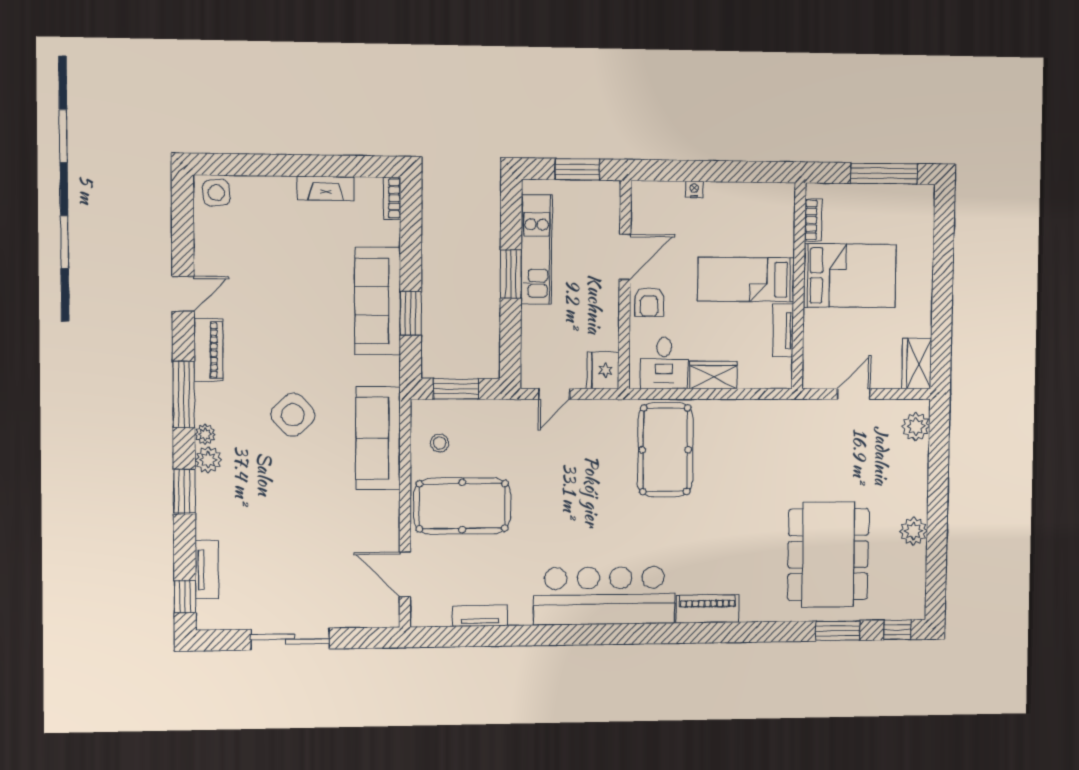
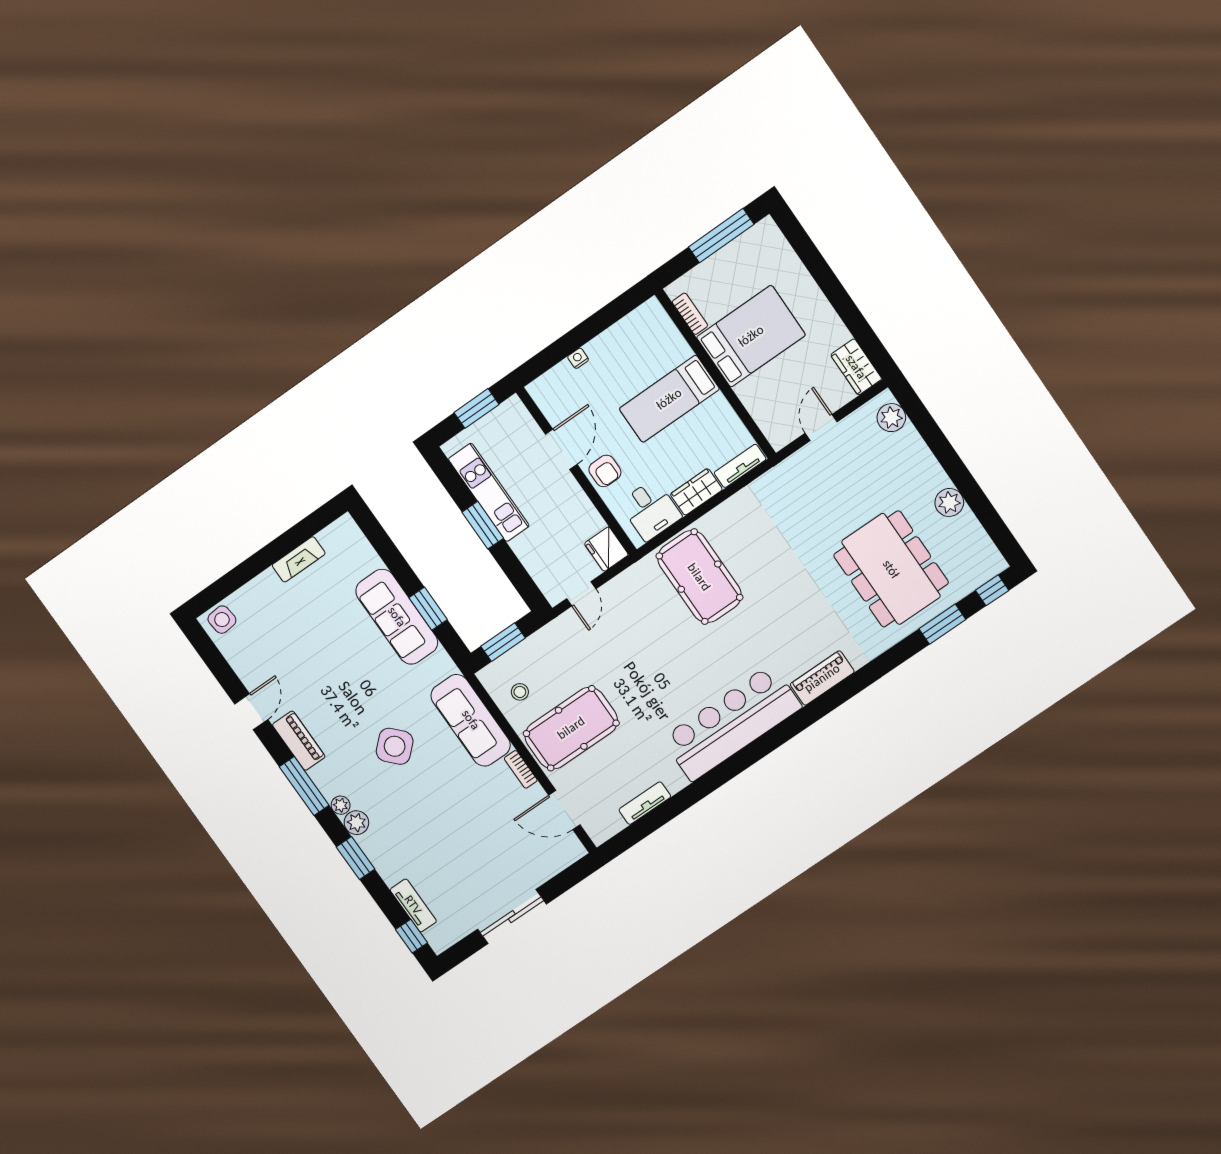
bookcase: (392, 198) -> (521, 769), moved
tv unit: (783, 330) -> (740, 466), moved, turned 90

